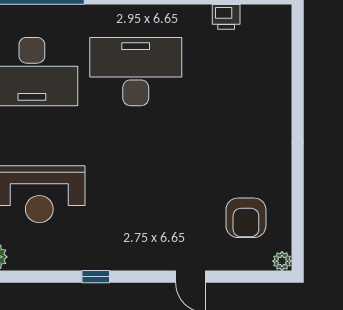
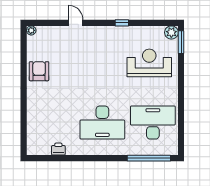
armchair: (246, 218) -> (39, 71), moved

